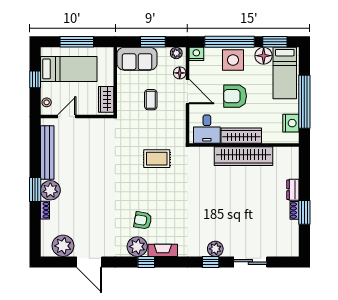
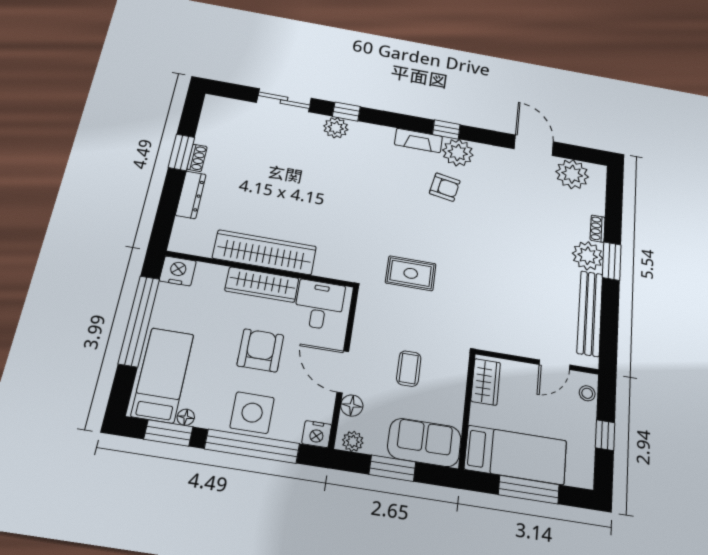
floor lamp: (264, 56) -> (186, 417), width x0.53, depth x0.53
bed: (69, 69) -> (516, 455), moved, turned 180
armchair: (235, 96) -> (260, 350), turned -90
nightstand: (291, 123) -> (178, 271), moved, turned 90
dresser: (293, 190) -> (191, 195), width x1.44

